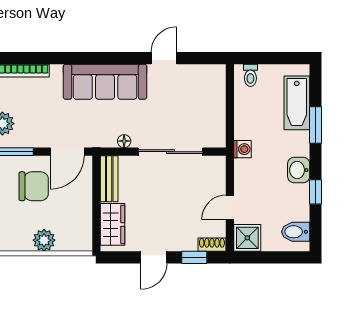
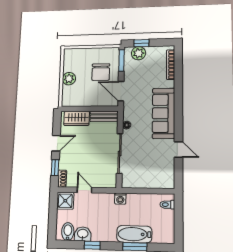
bathtub: (297, 103) -> (134, 234), moved
washbasin: (299, 170) -> (83, 234), moved
door: (154, 257) -> (56, 143), swing flipped

